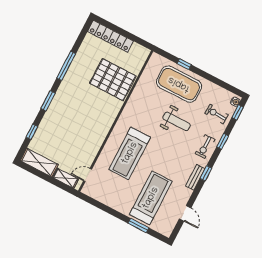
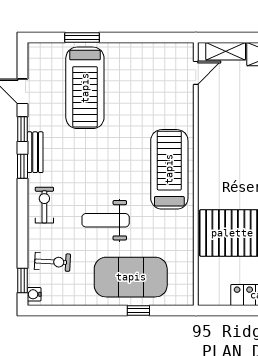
window: (223, 141) -> (22, 129), moved
treadmill: (130, 153) -> (169, 169), moved

